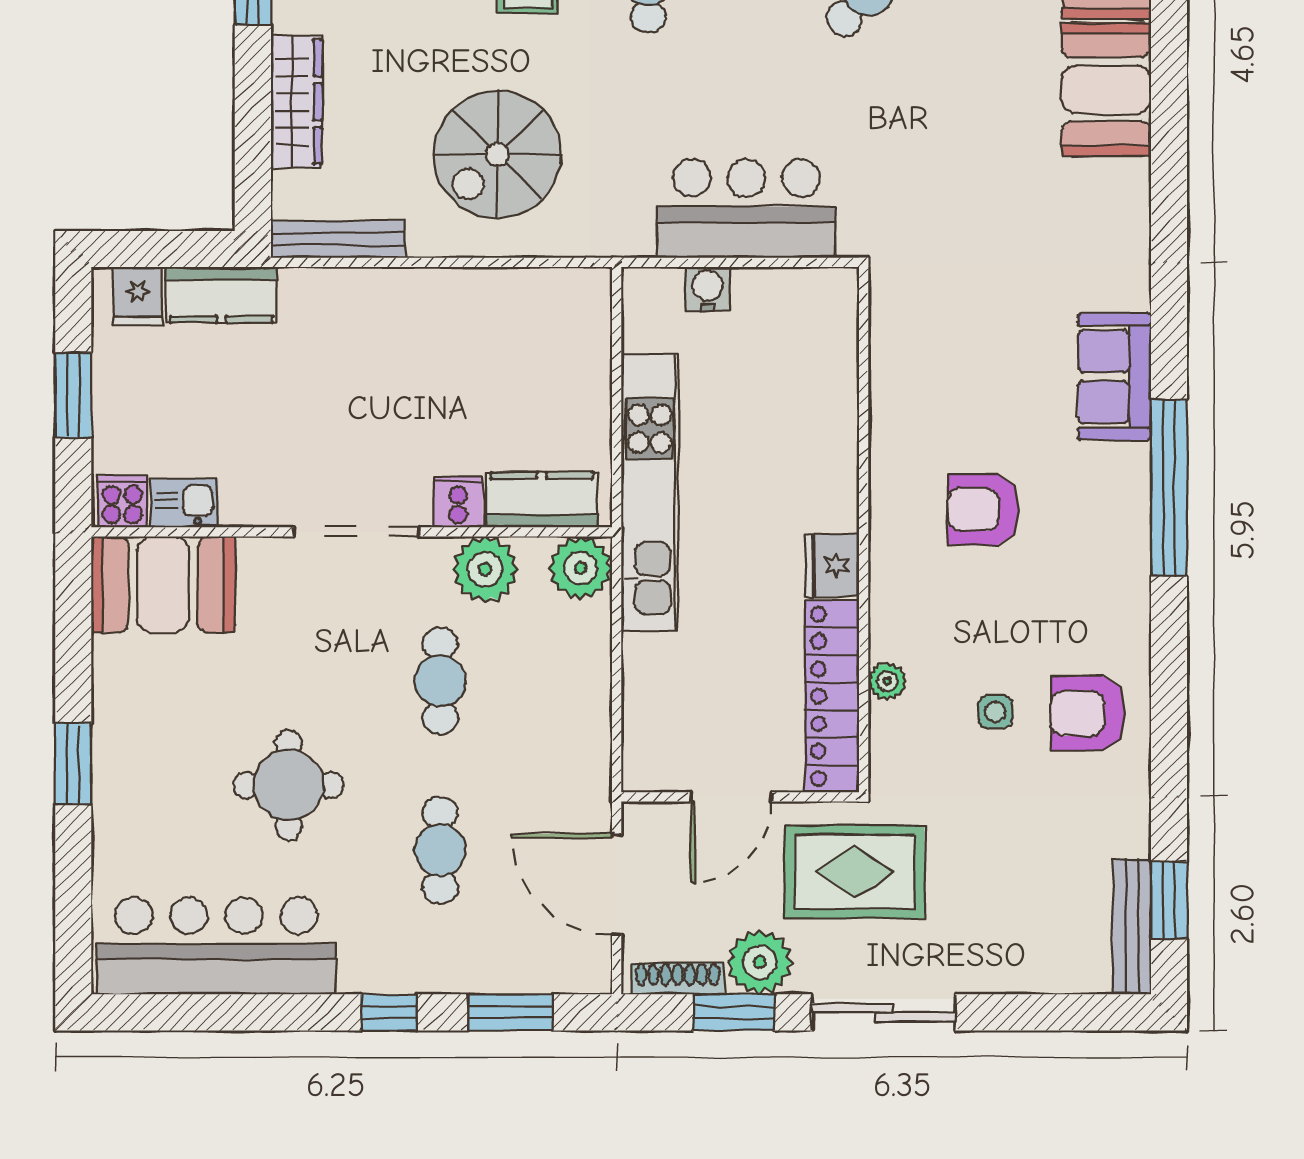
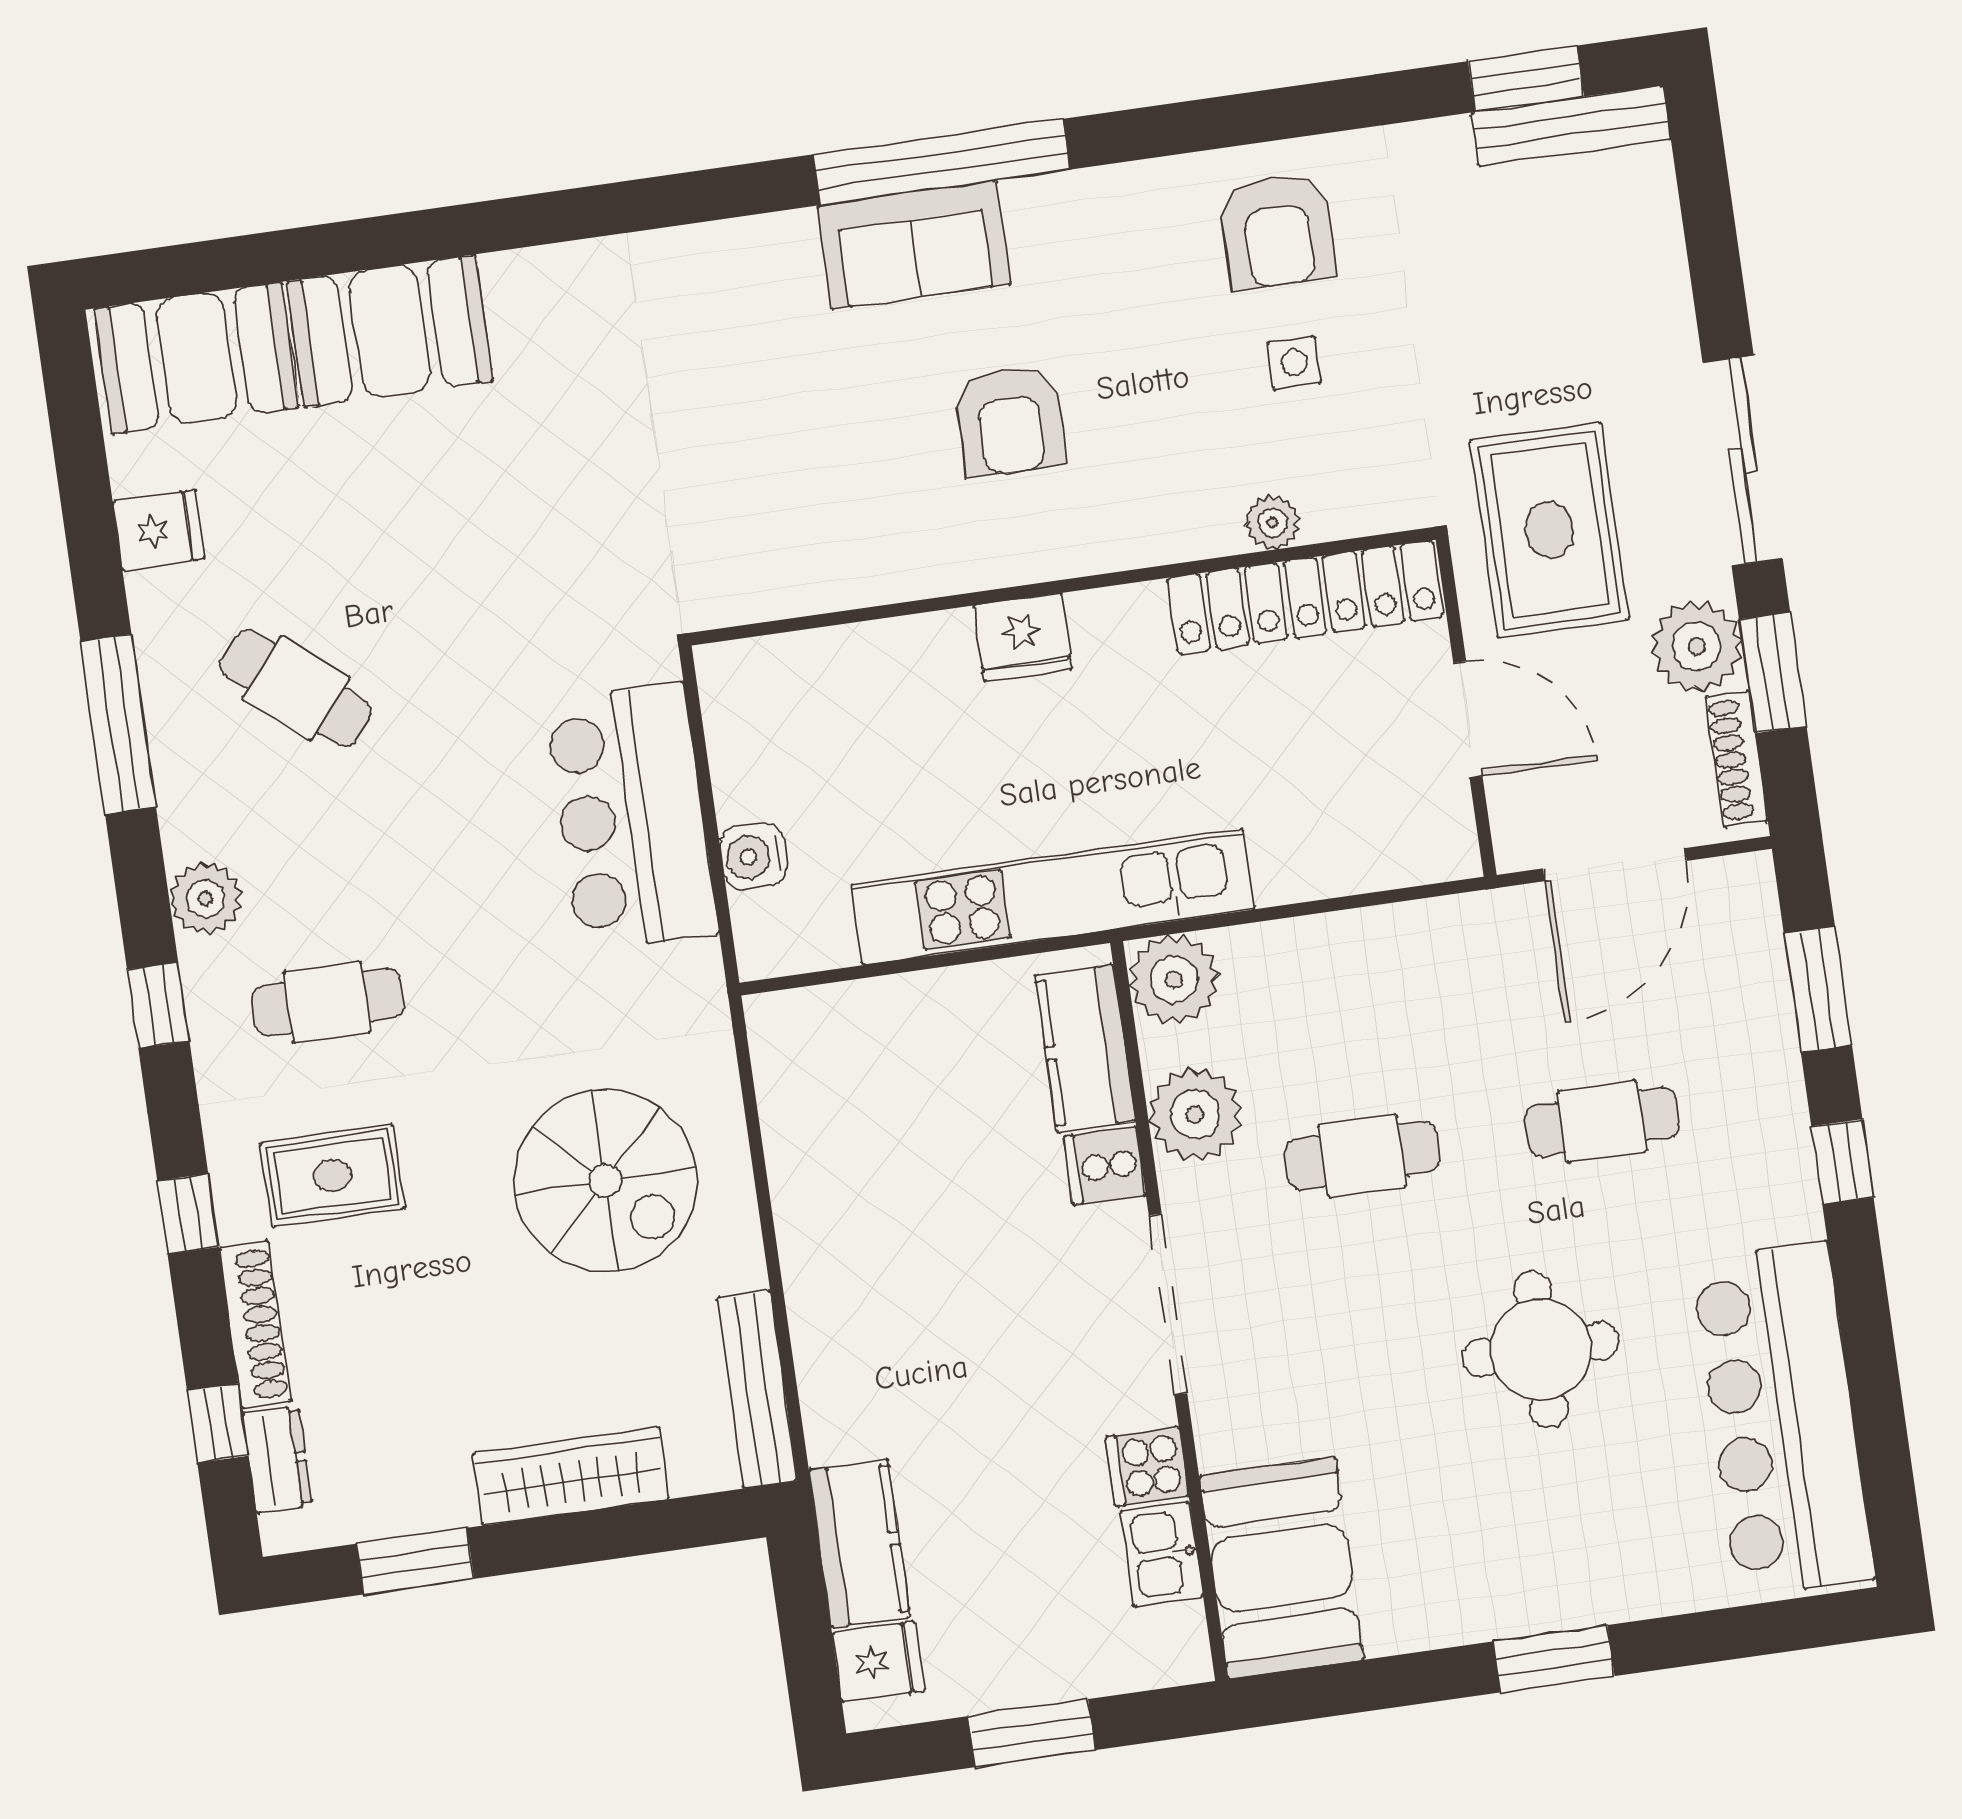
sofa: (1114, 377) -> (914, 245), moved
cooker: (122, 501) -> (1147, 1467), moved
fridge: (832, 565) -> (1023, 637), moved

